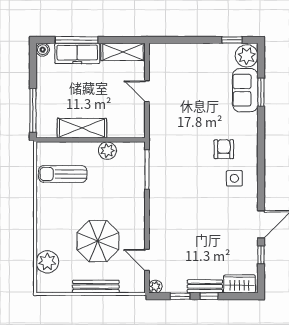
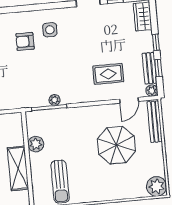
plant: (155, 176) -> (54, 100), added
rug: (179, 239) -> (108, 74), added
plant: (47, 262) -> (157, 186), moved
bench: (205, 286) -> (150, 68), moved
bench: (96, 287) -> (155, 122), moved

